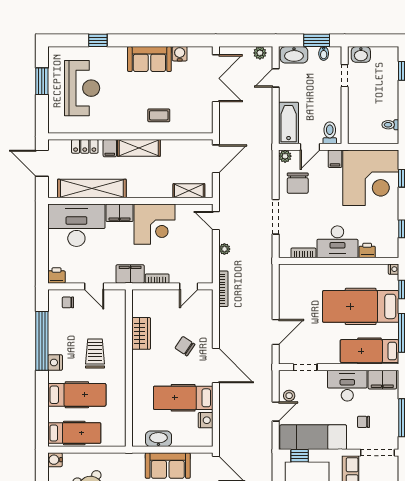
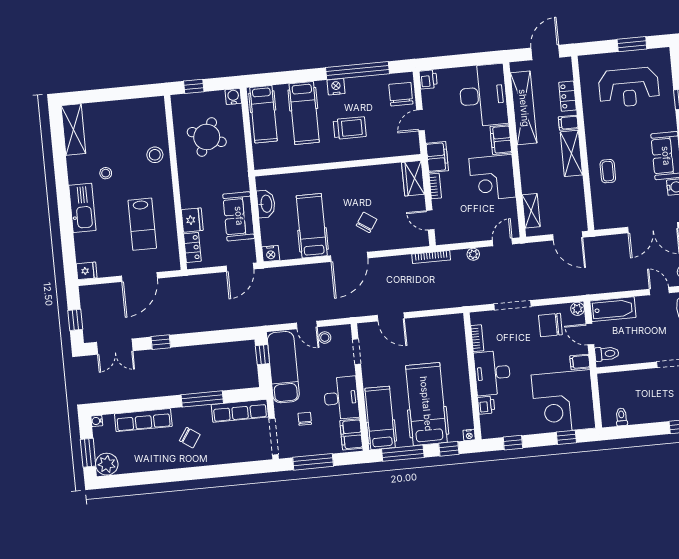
chair: (68, 302) -> (401, 94), width x1.87, depth x1.87
wardrobe: (141, 333) -> (413, 178), moved, turned 90
nightstand: (206, 420) -> (271, 254), moved

